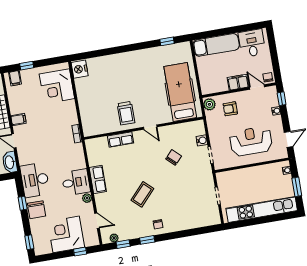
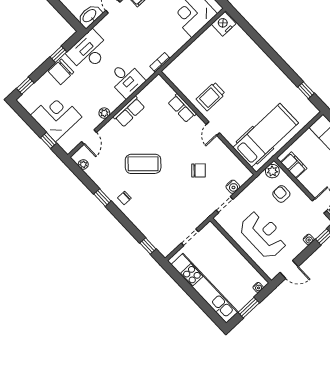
filing cabinet: (238, 82) -> (294, 165), moved
desk: (76, 182) -> (126, 79), moved
coffee table: (142, 194) -> (143, 164), width x1.36, depth x1.32
window: (123, 244) -> (148, 246), moved

